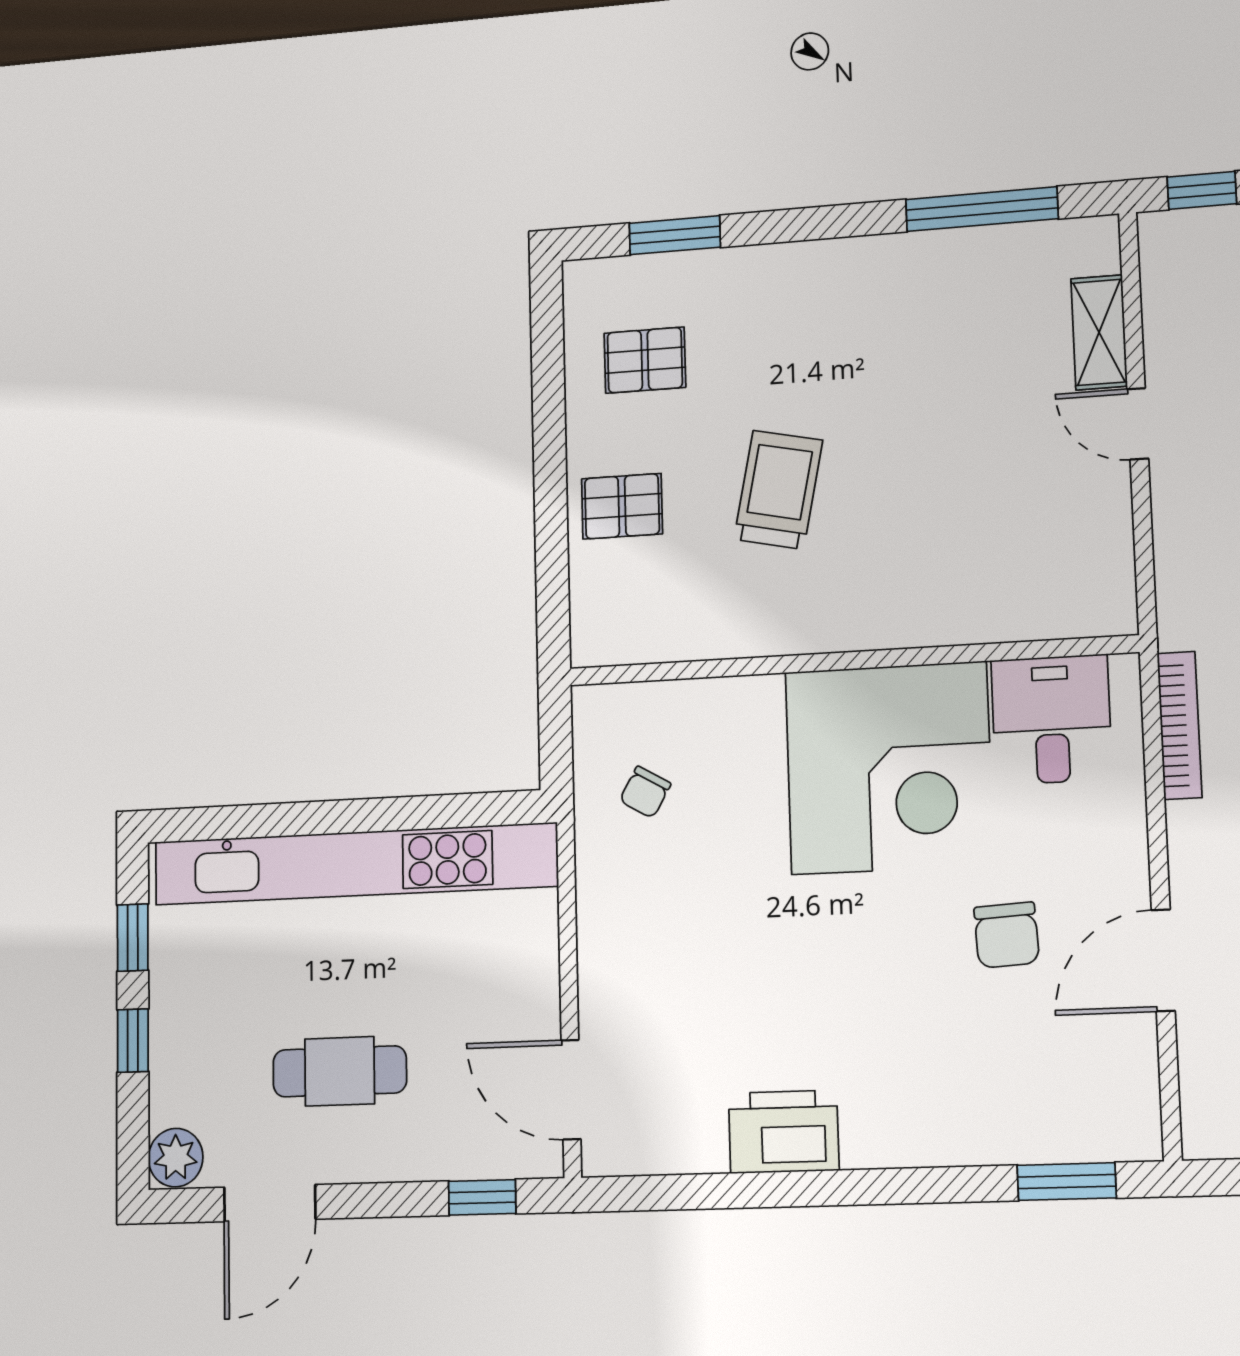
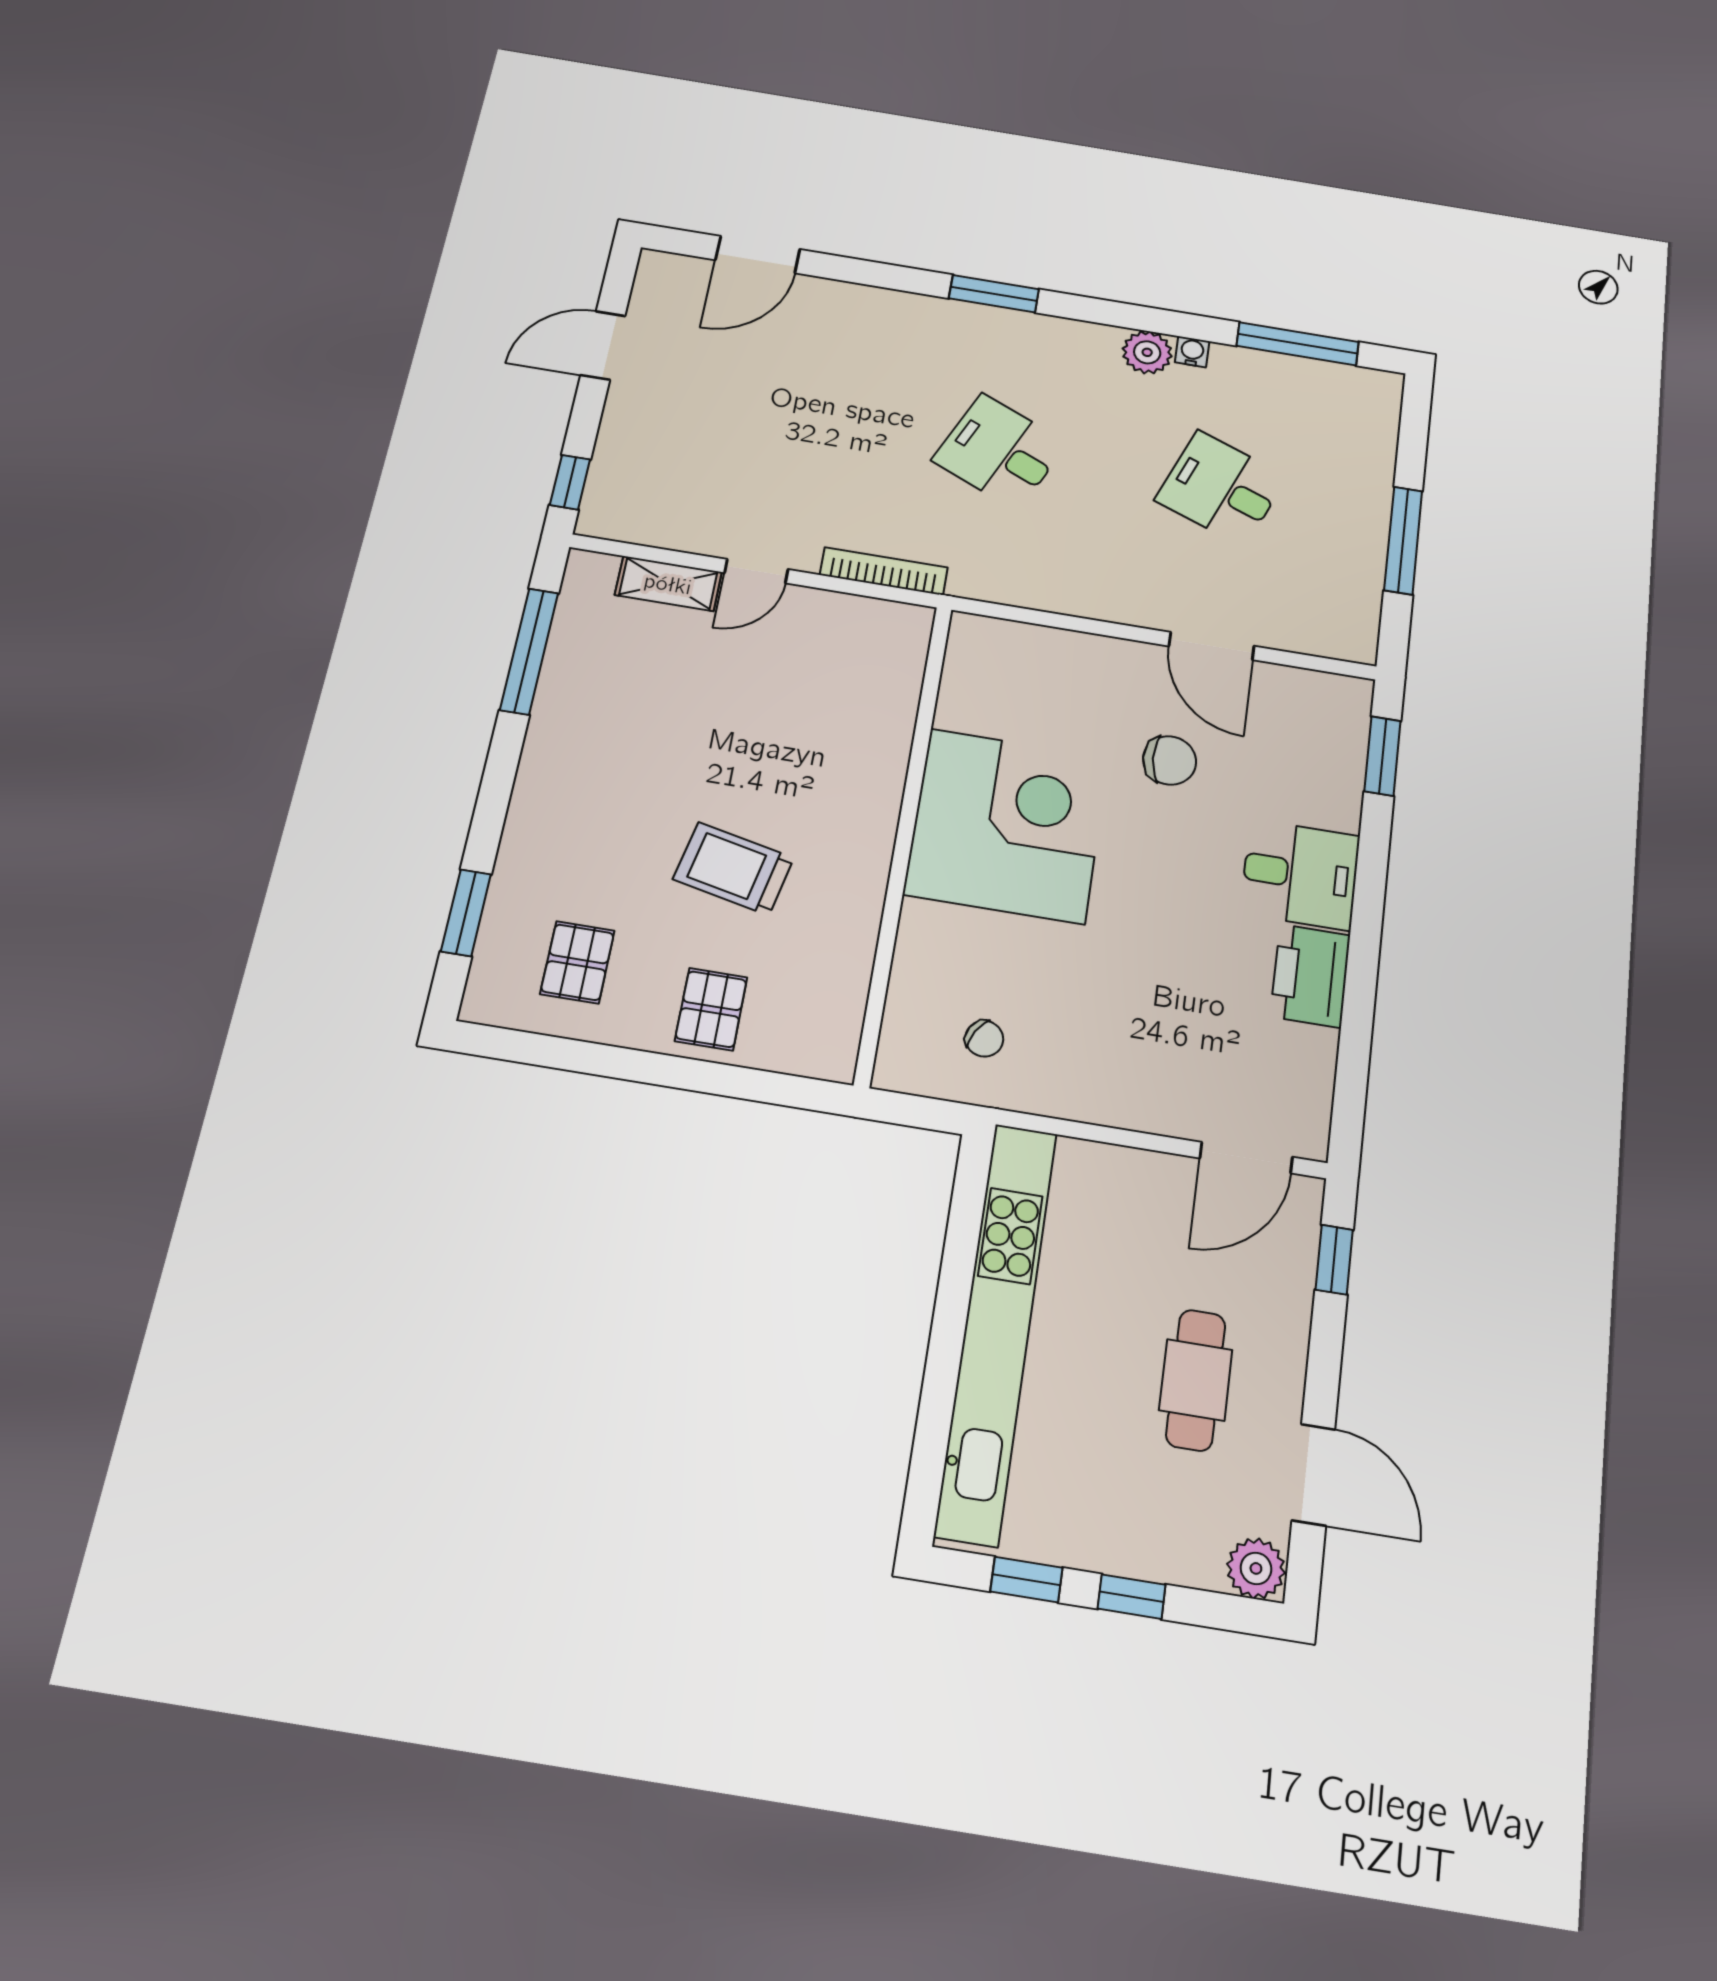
desk: (1051, 720) -> (1300, 875), moved, turned 180
bookcase: (1180, 725) -> (884, 571), moved

